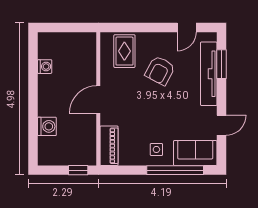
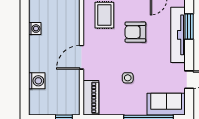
armchair: (160, 71) -> (135, 32), turned 62
side table: (156, 149) -> (128, 78), moved

